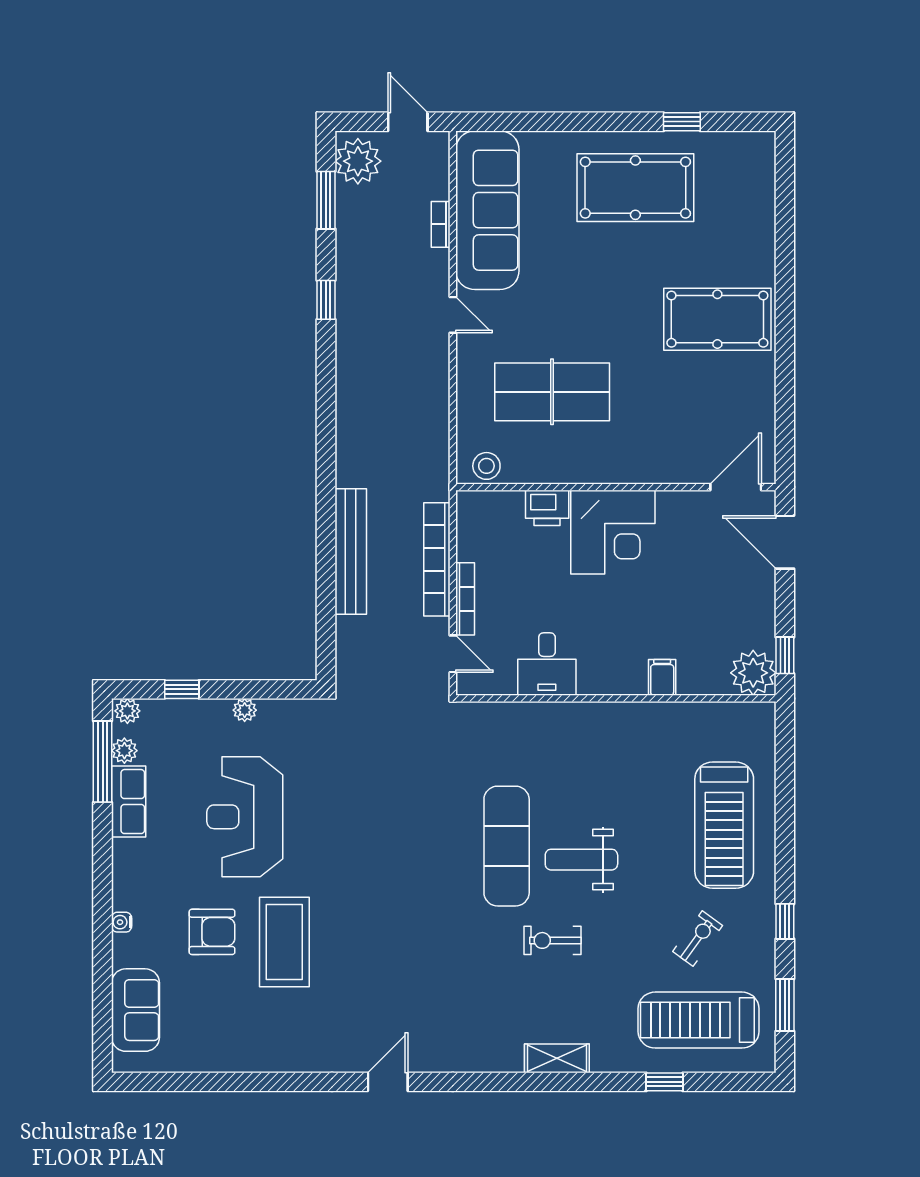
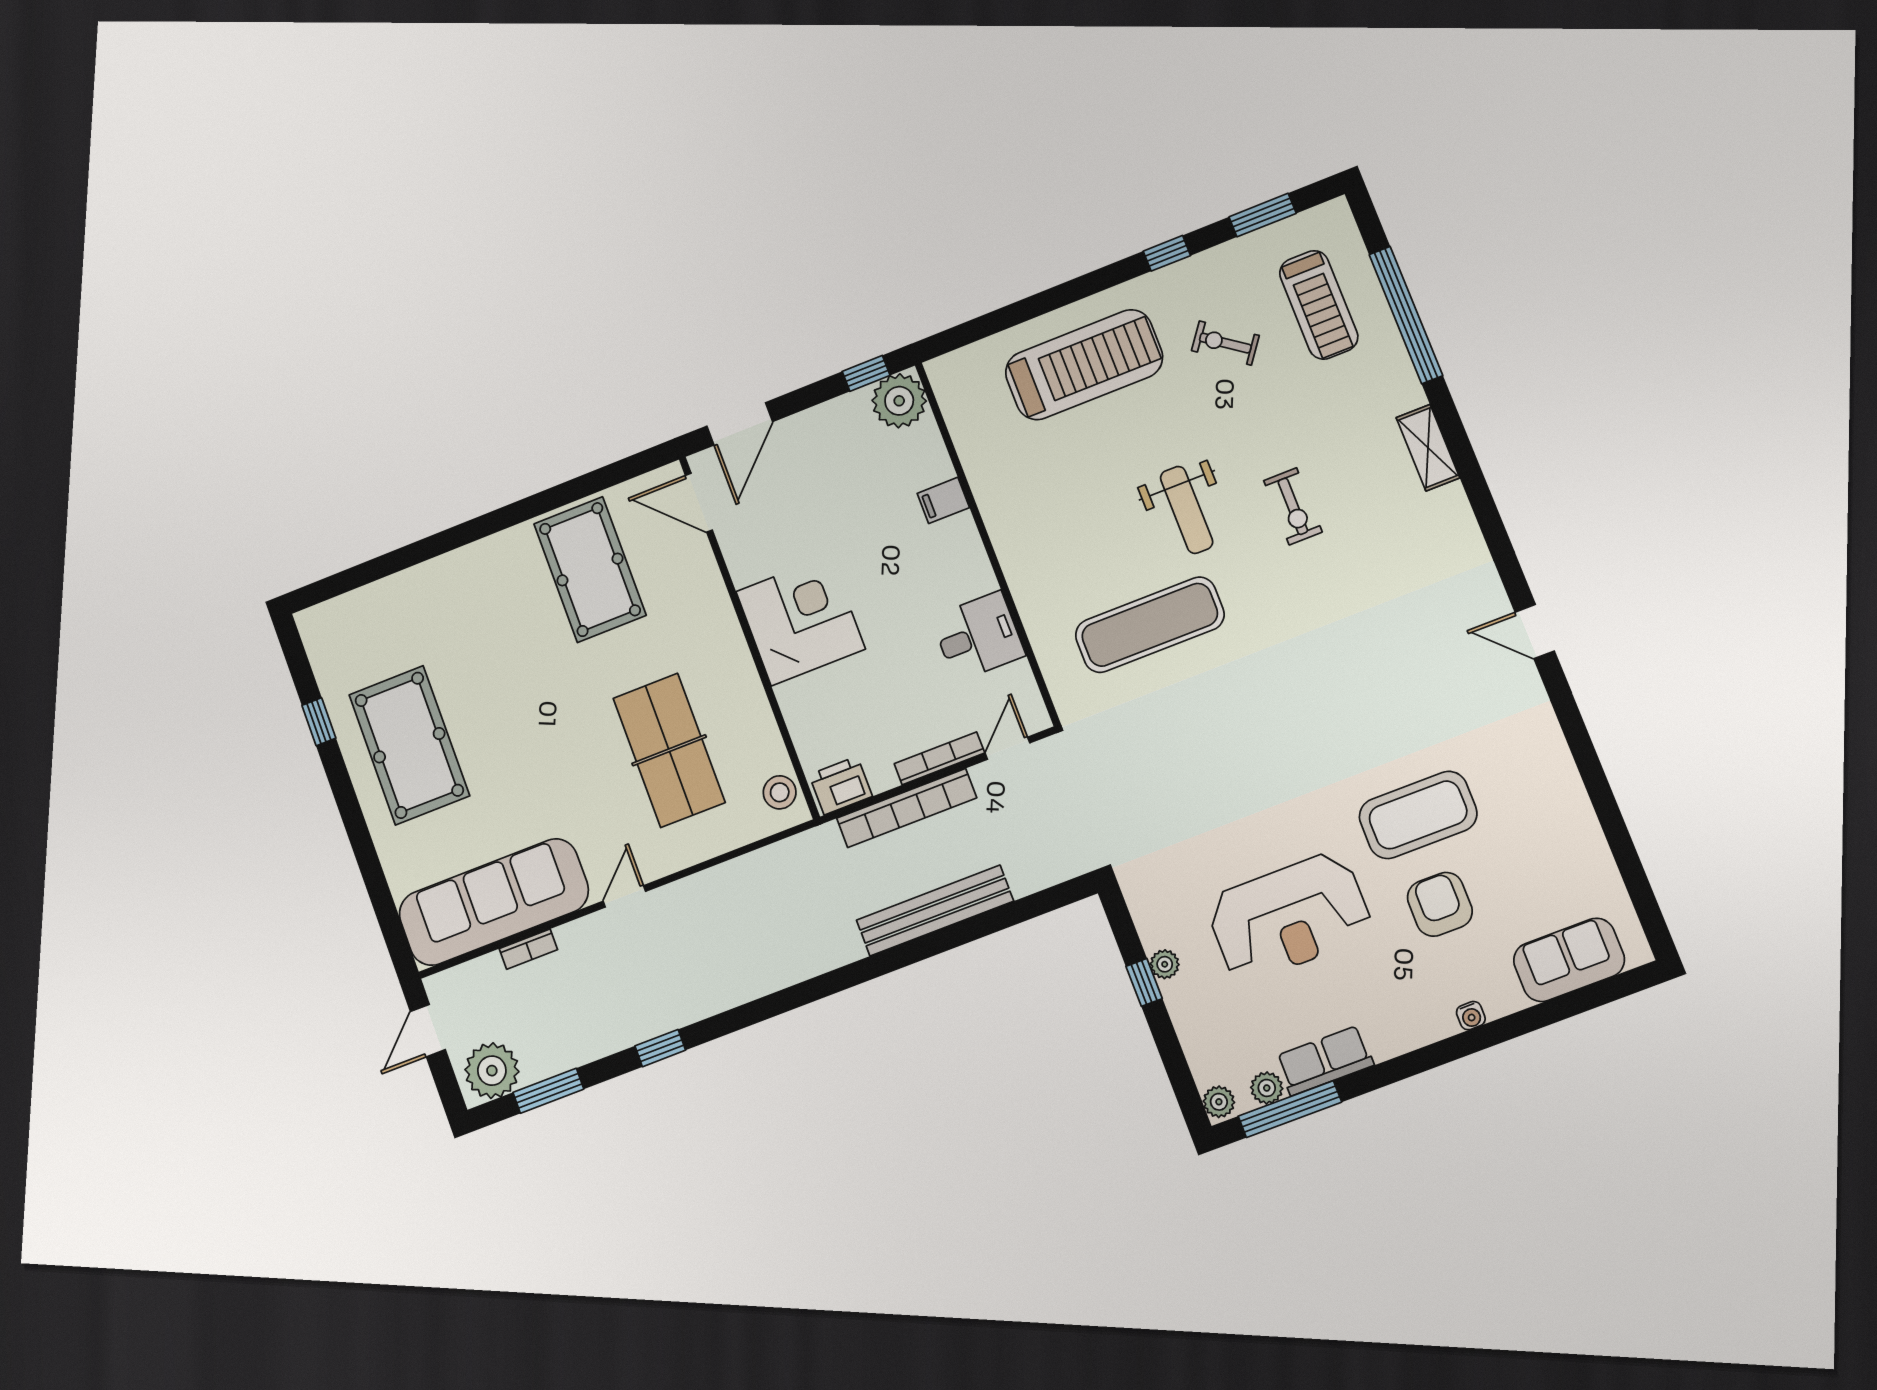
pool table: (717, 319) -> (590, 570), moved
printer: (547, 508) -> (841, 786), moved, turned -90
window: (182, 689) -> (1144, 982), moved
exercise mat: (507, 846) -> (1150, 625), moved
treadmill: (699, 1020) -> (1319, 305), width x0.73, depth x0.73
window: (664, 1082) -> (1406, 315), width x3.17

